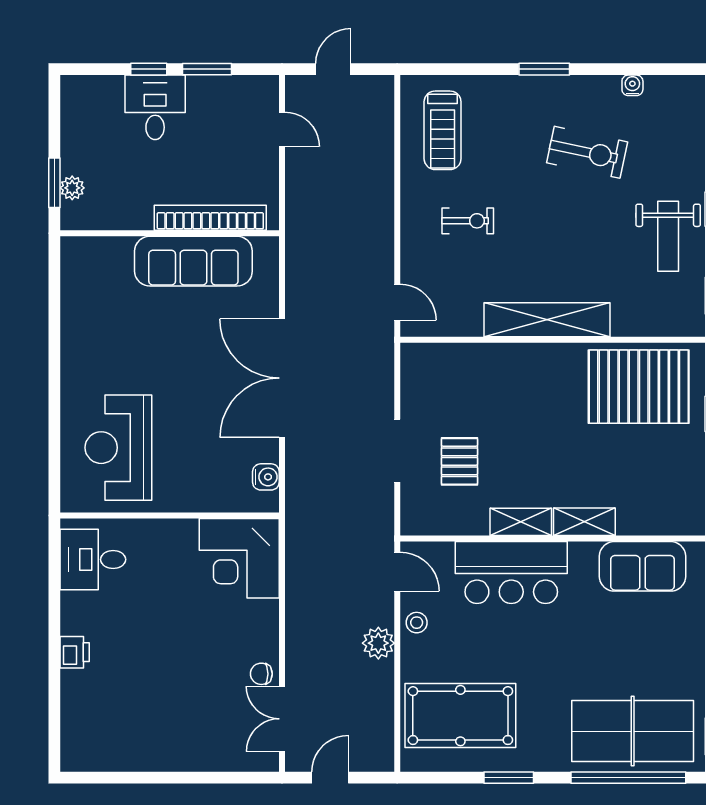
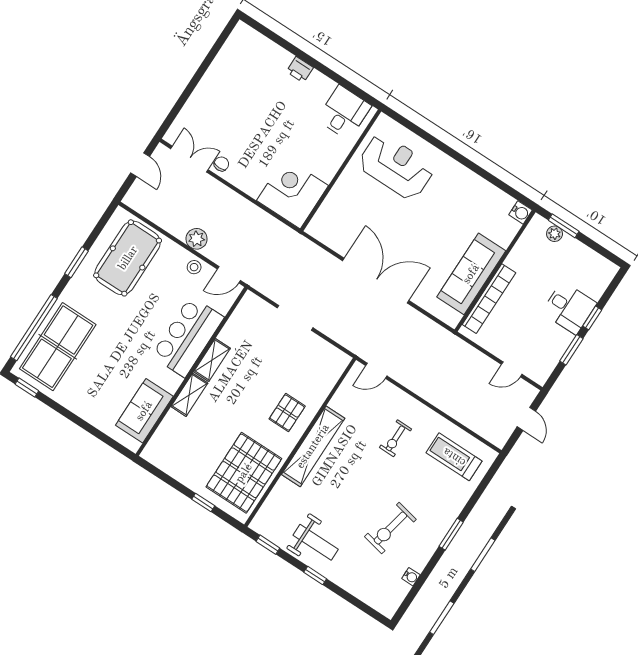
weight bench: (668, 236) -> (316, 542), turned 180
pallet: (459, 461) -> (287, 413), moved, turned 90
water cooler: (266, 477) -> (520, 212), moved, turned -90

